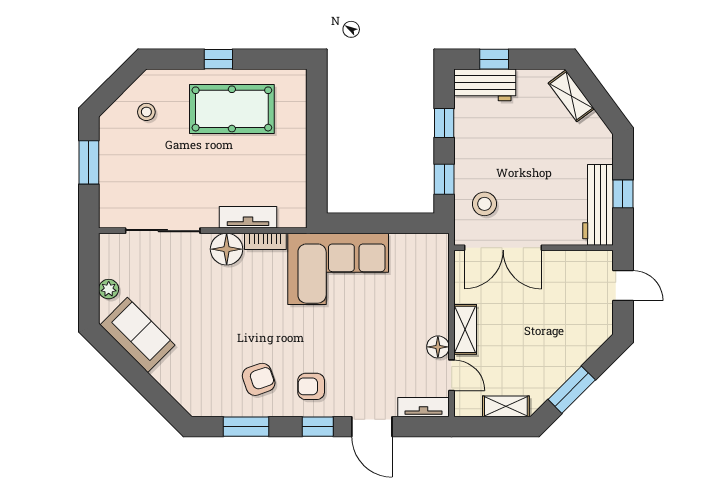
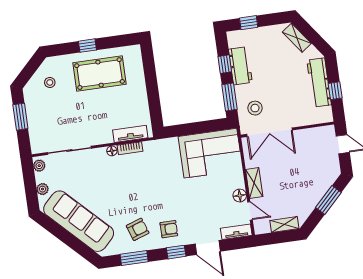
workbench: (485, 85) -> (240, 66), moved, turned -90
window: (444, 179) -> (229, 97), width x1.50
workbench: (598, 205) -> (319, 83), moved
tv unit: (248, 217) -> (130, 134), moved
plant: (109, 249) -> (39, 166), added
floor lamp: (227, 249) -> (112, 151), width x0.53, depth x0.53
corner sofa: (338, 269) -> (210, 153), moved
sofa: (137, 335) -> (79, 221), width x1.85, depth x1.27
armchair: (311, 386) -> (169, 229), turned 180
window: (572, 390) -> (328, 200), moved

